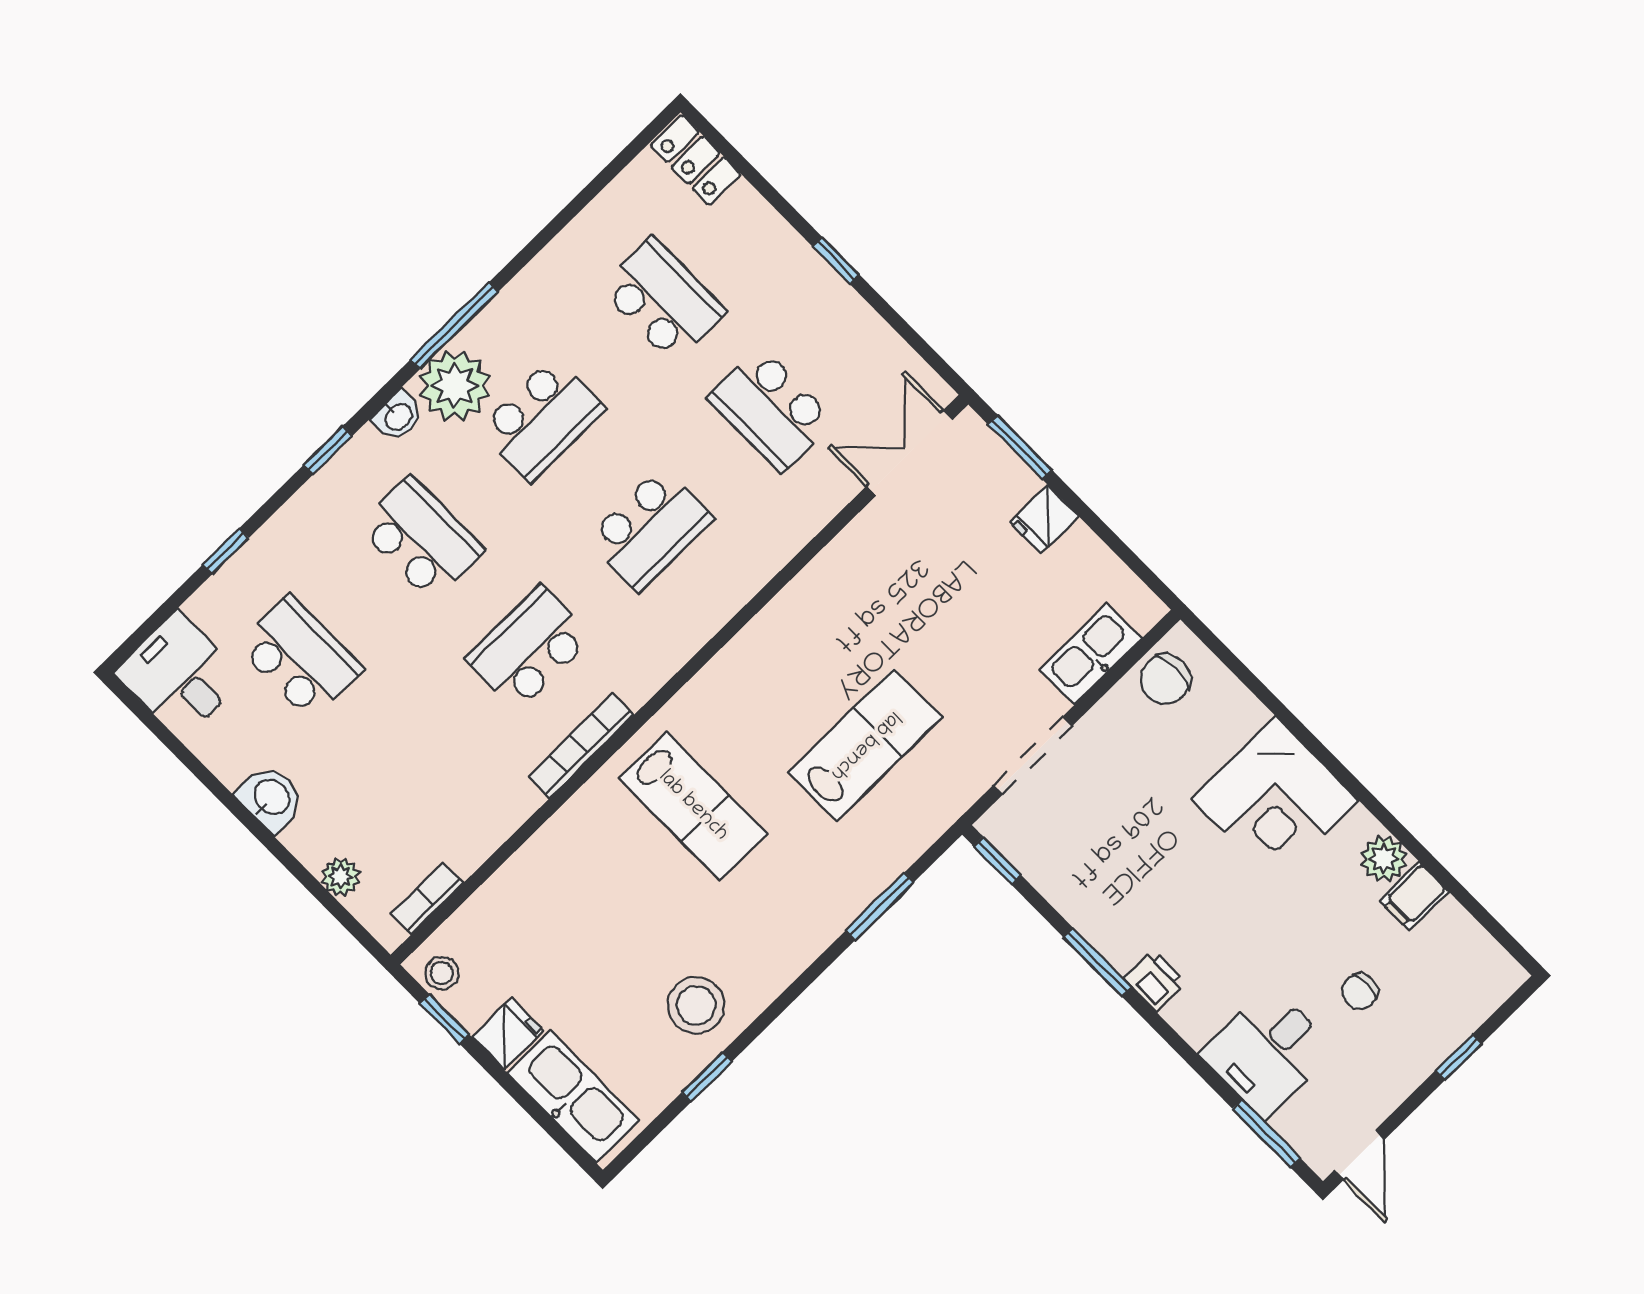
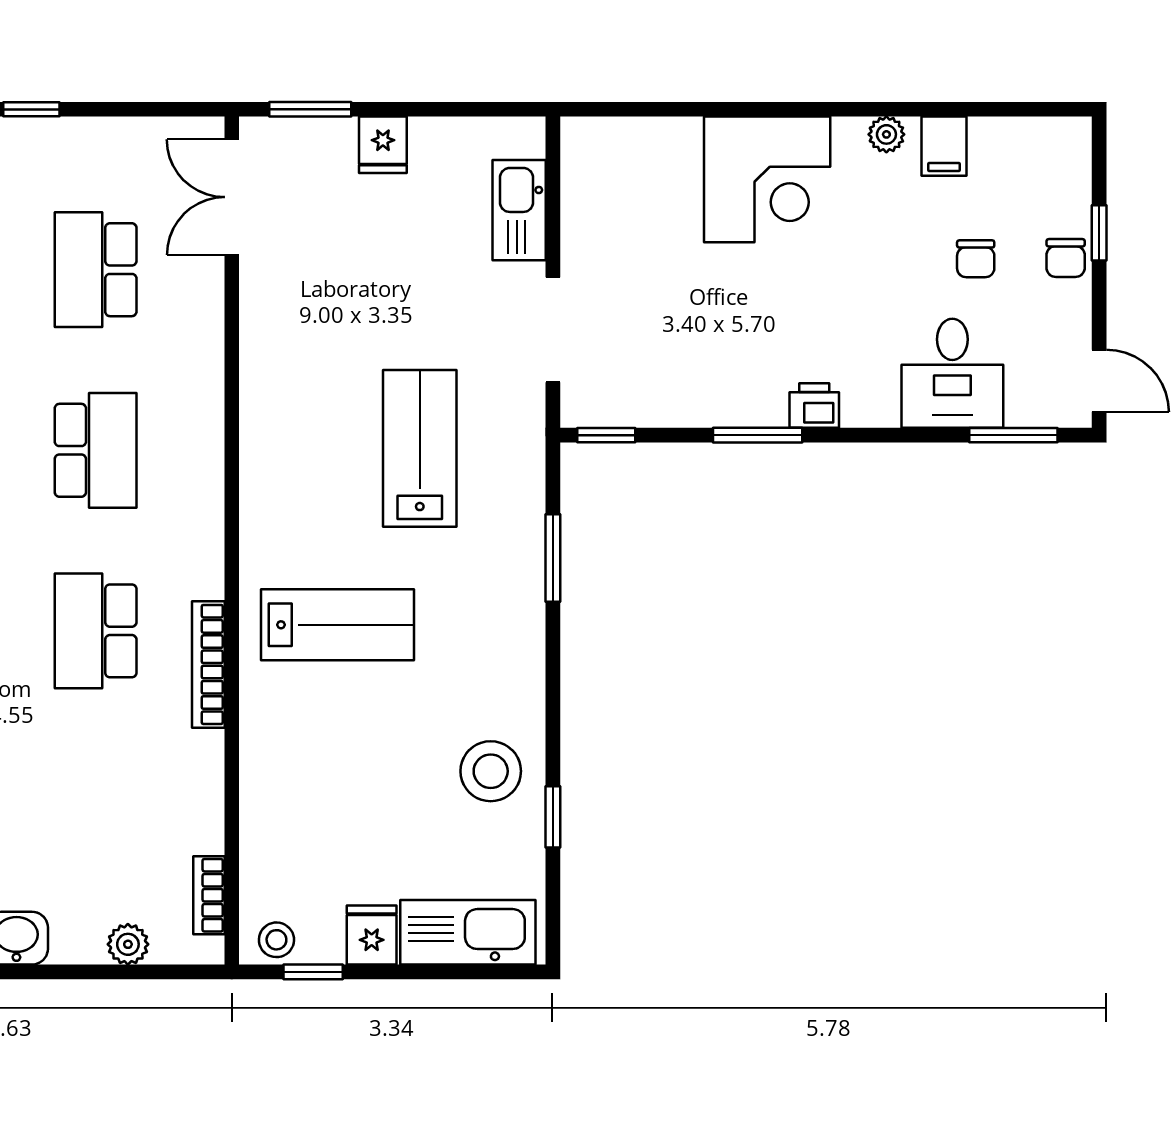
school desk: (771, 410) -> (96, 270), turned 90
chair: (1165, 679) -> (1066, 258), moved, width x0.73, depth x0.73
plant: (1384, 859) -> (886, 134), width x0.73, depth x0.73

